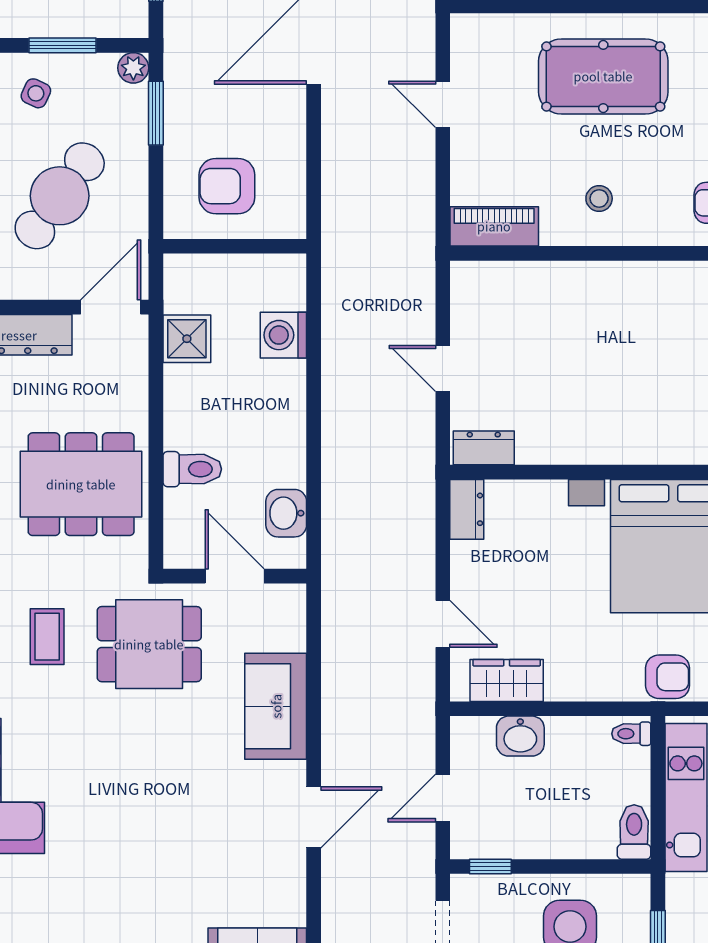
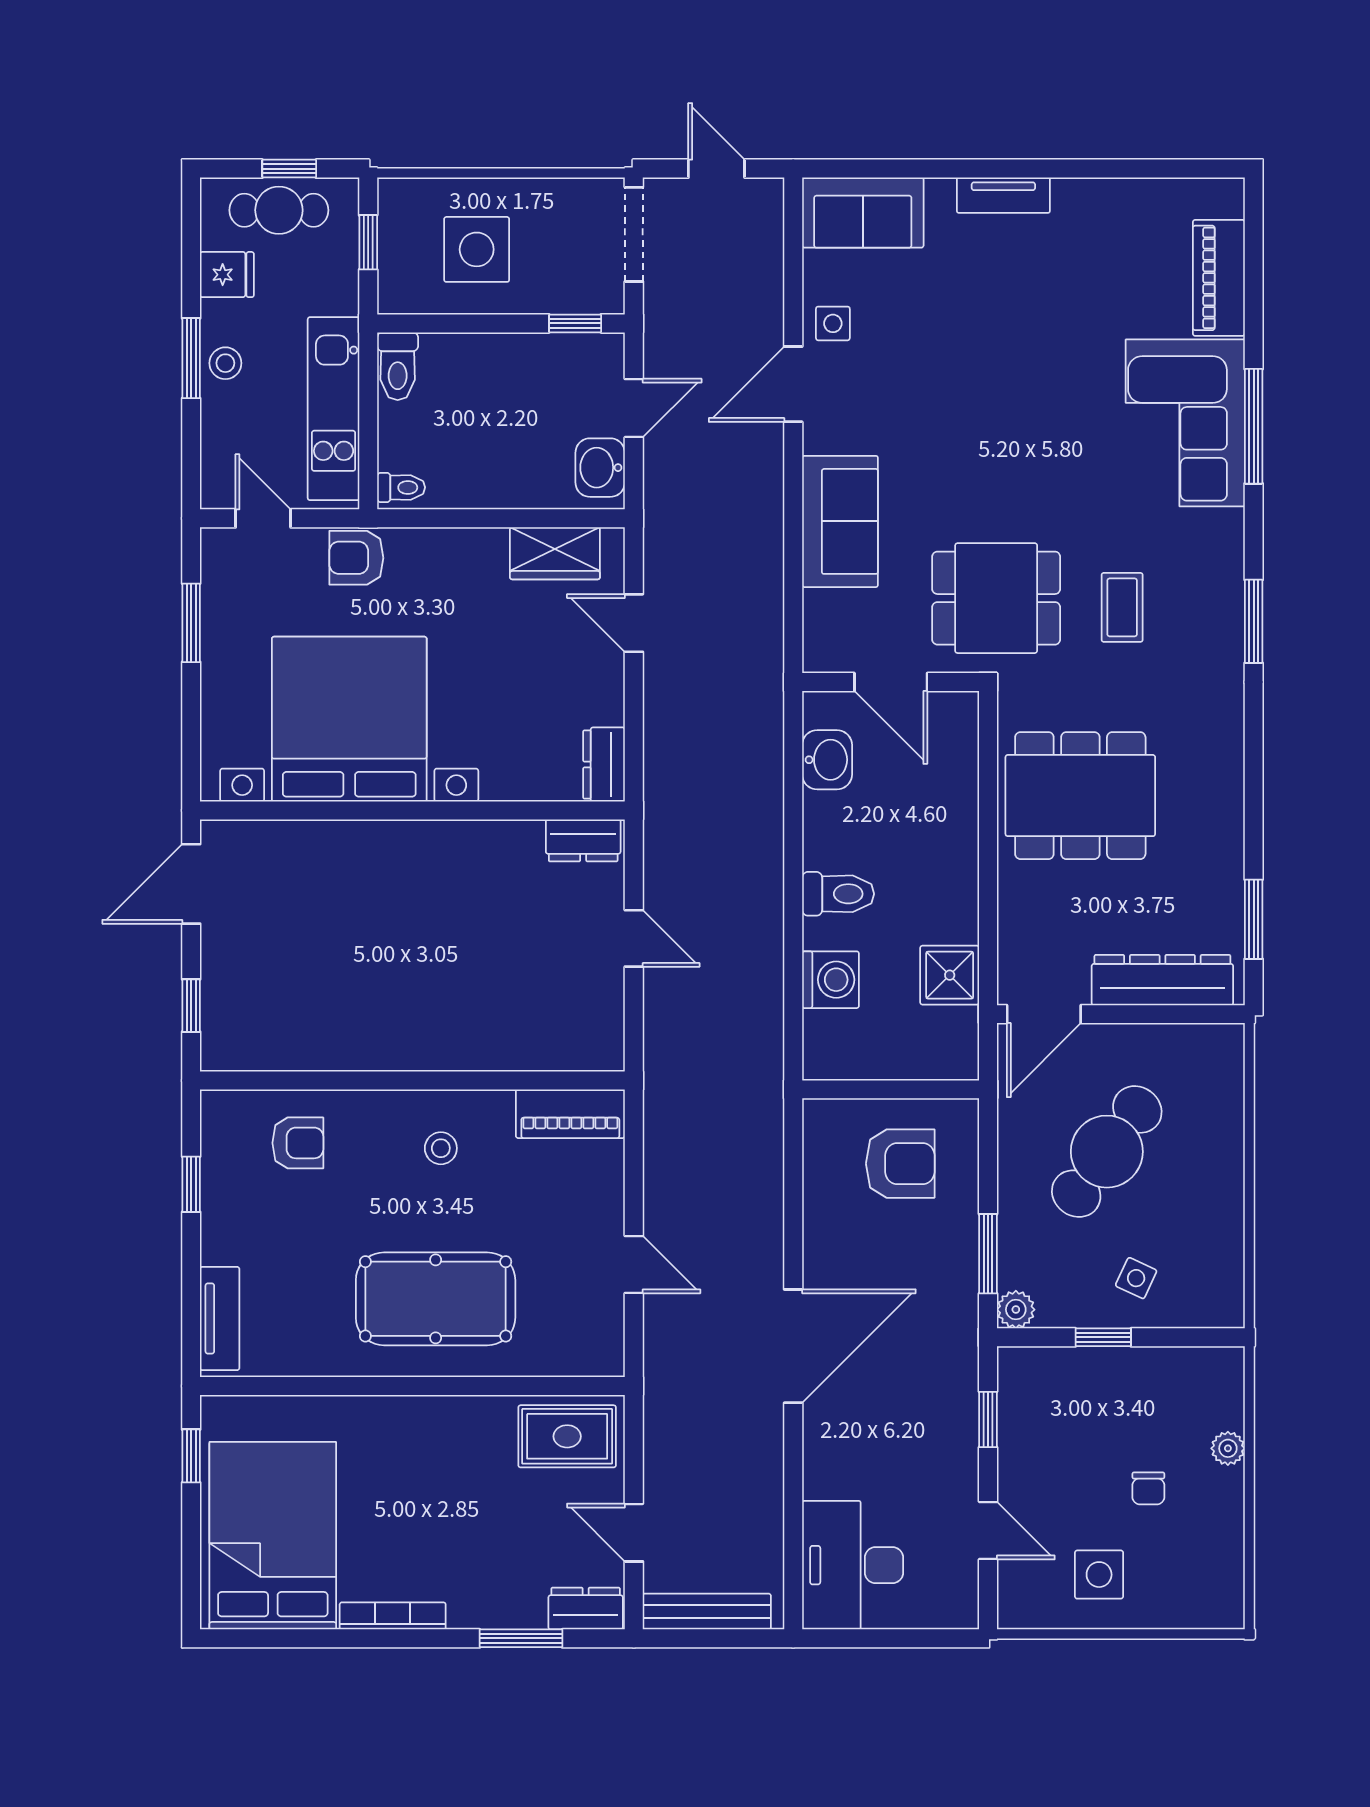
window: (63, 45) -> (1103, 1337), width x0.67
toilet: (192, 469) -> (838, 894), moved, turned 180
washbasin: (520, 736) -> (600, 468), moved, turned -90
side table: (281, 867) -> (833, 323), added

